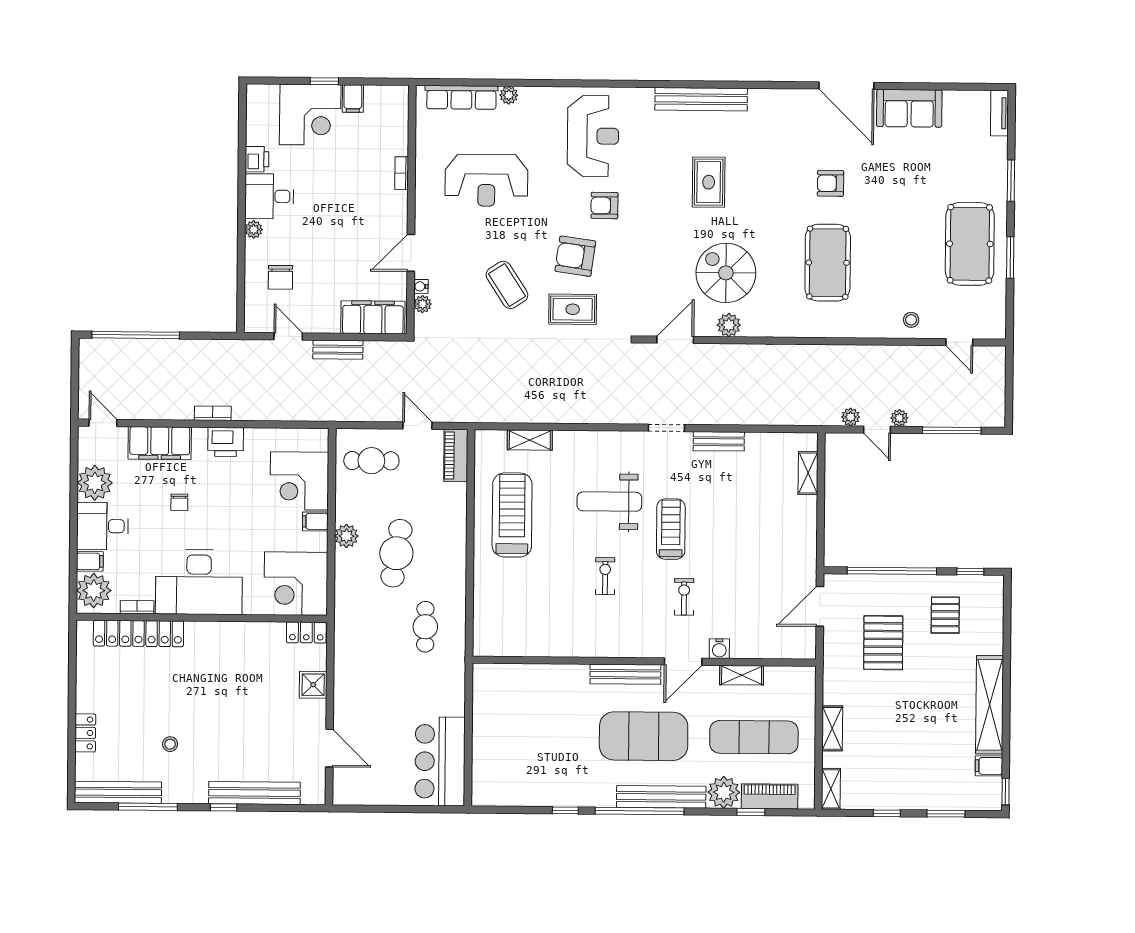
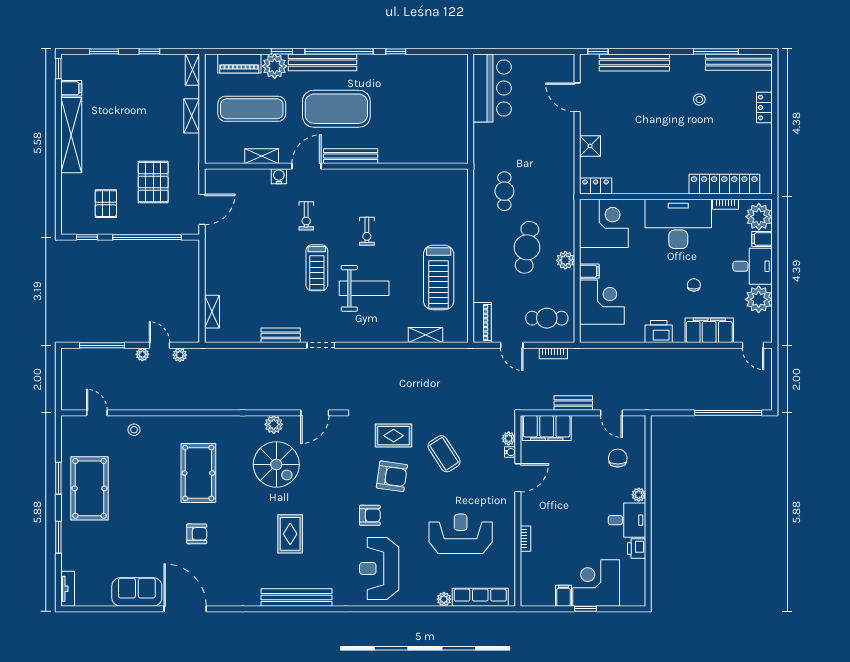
bookcase: (213, 413) -> (553, 353), moved
window: (224, 807) -> (598, 51), moved
window: (751, 812) -> (282, 51), moved

